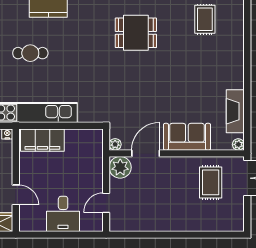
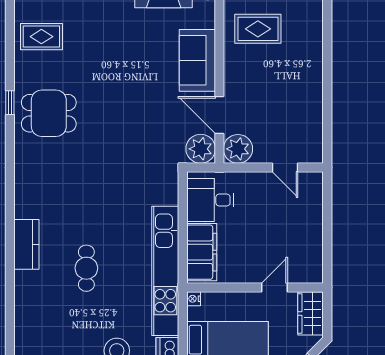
dining table: (136, 33) -> (49, 113), moved, turned 90
plant: (115, 144) -> (201, 149), width x1.88, depth x1.88
desk: (63, 214) -> (210, 200), moved, turned 180

